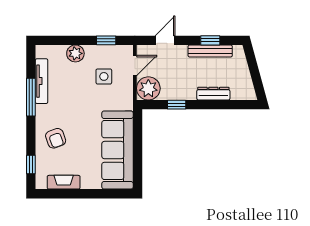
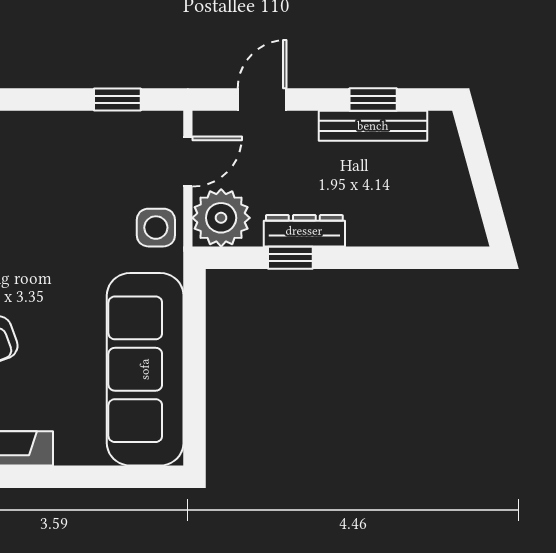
plant: (75, 53) -> (42, 132), removed
side table: (104, 76) -> (156, 228), moved
dresser: (213, 94) -> (304, 231), moved

